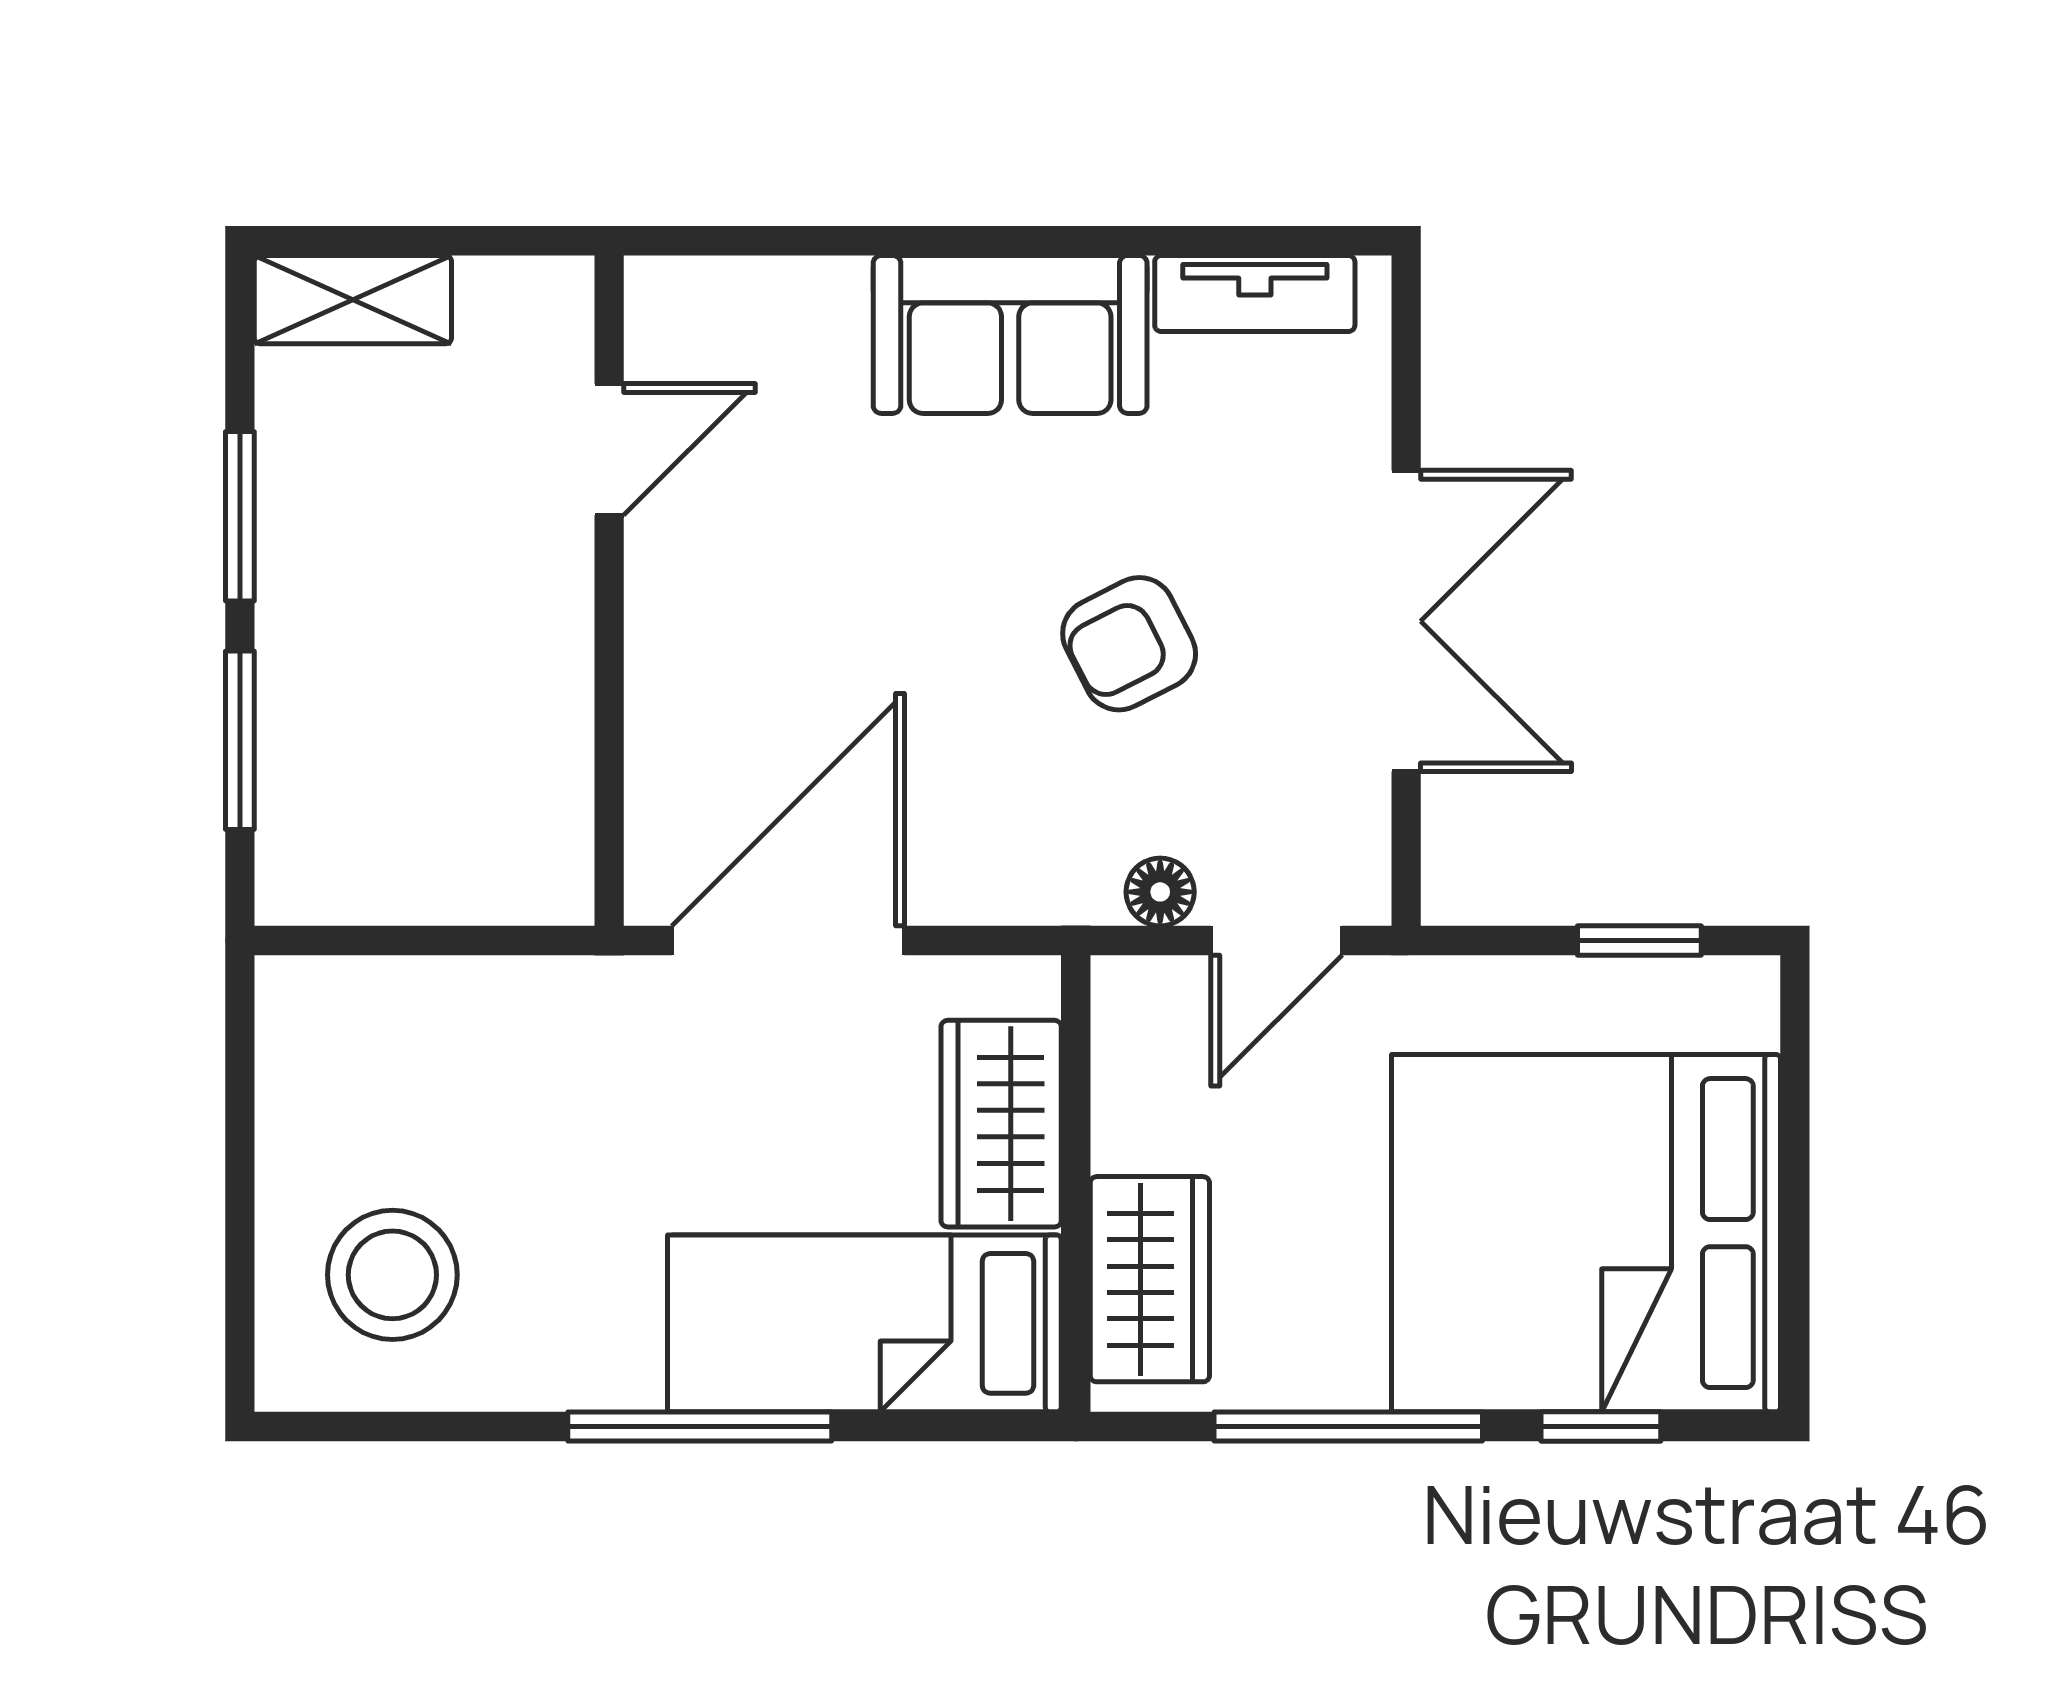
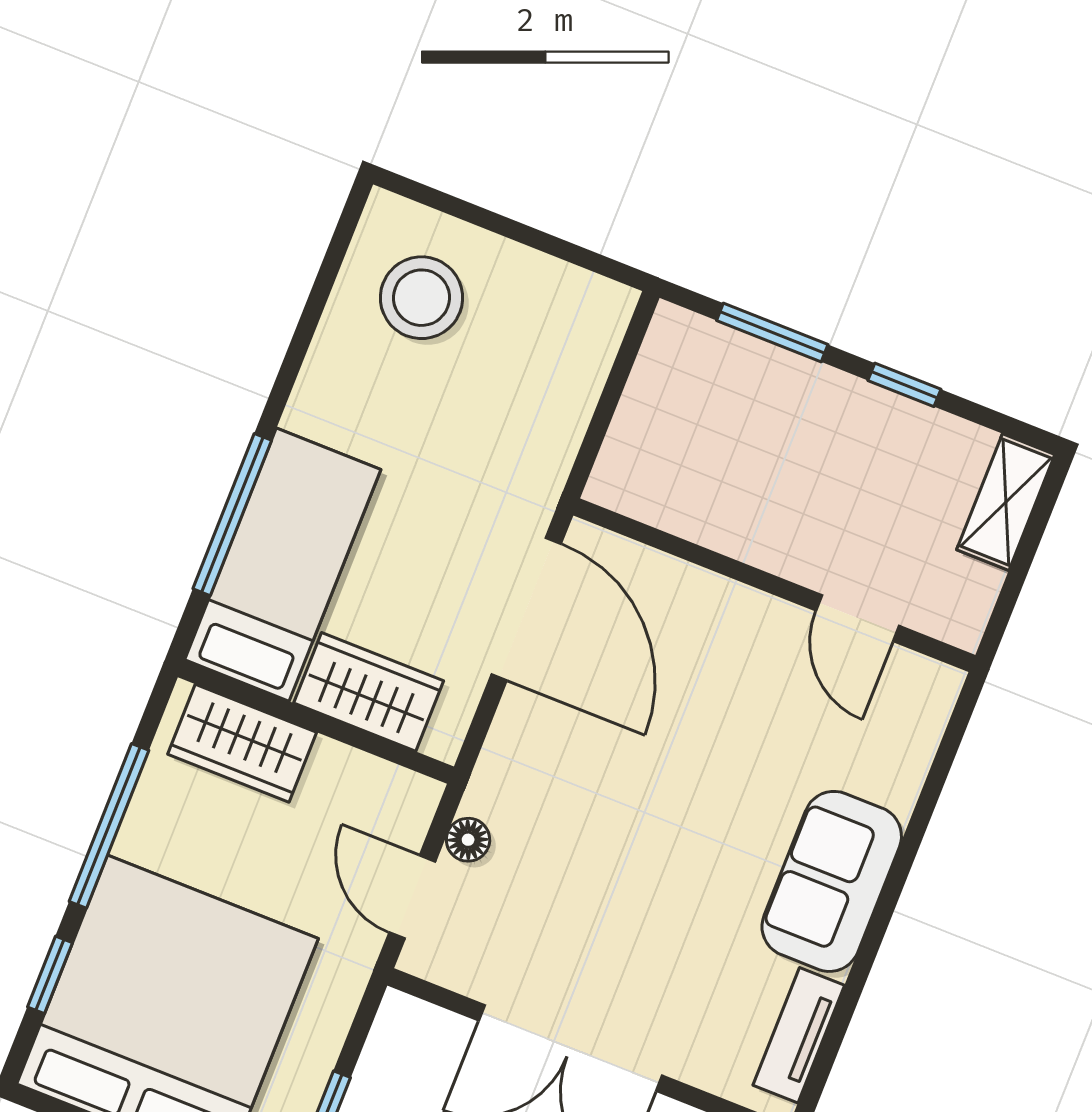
window: (240, 516) -> (904, 385), width x0.67
armchair: (1129, 644) -> (622, 879), removed
window: (700, 1426) -> (232, 515), moved

